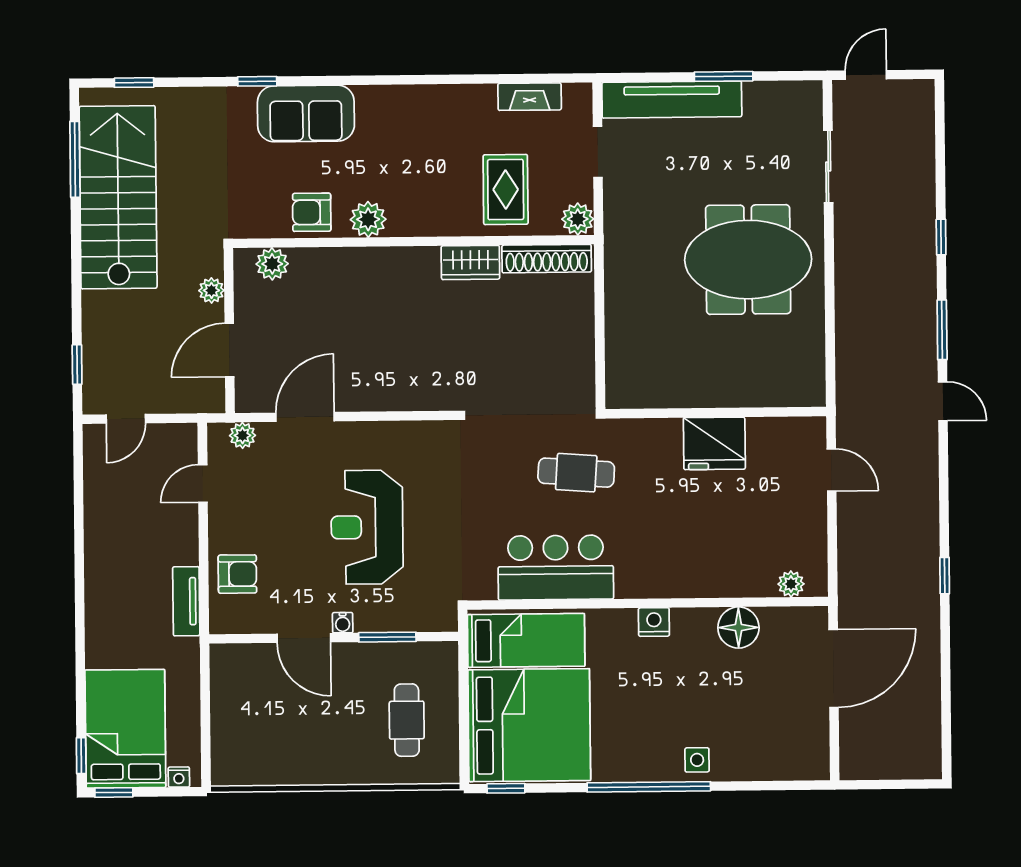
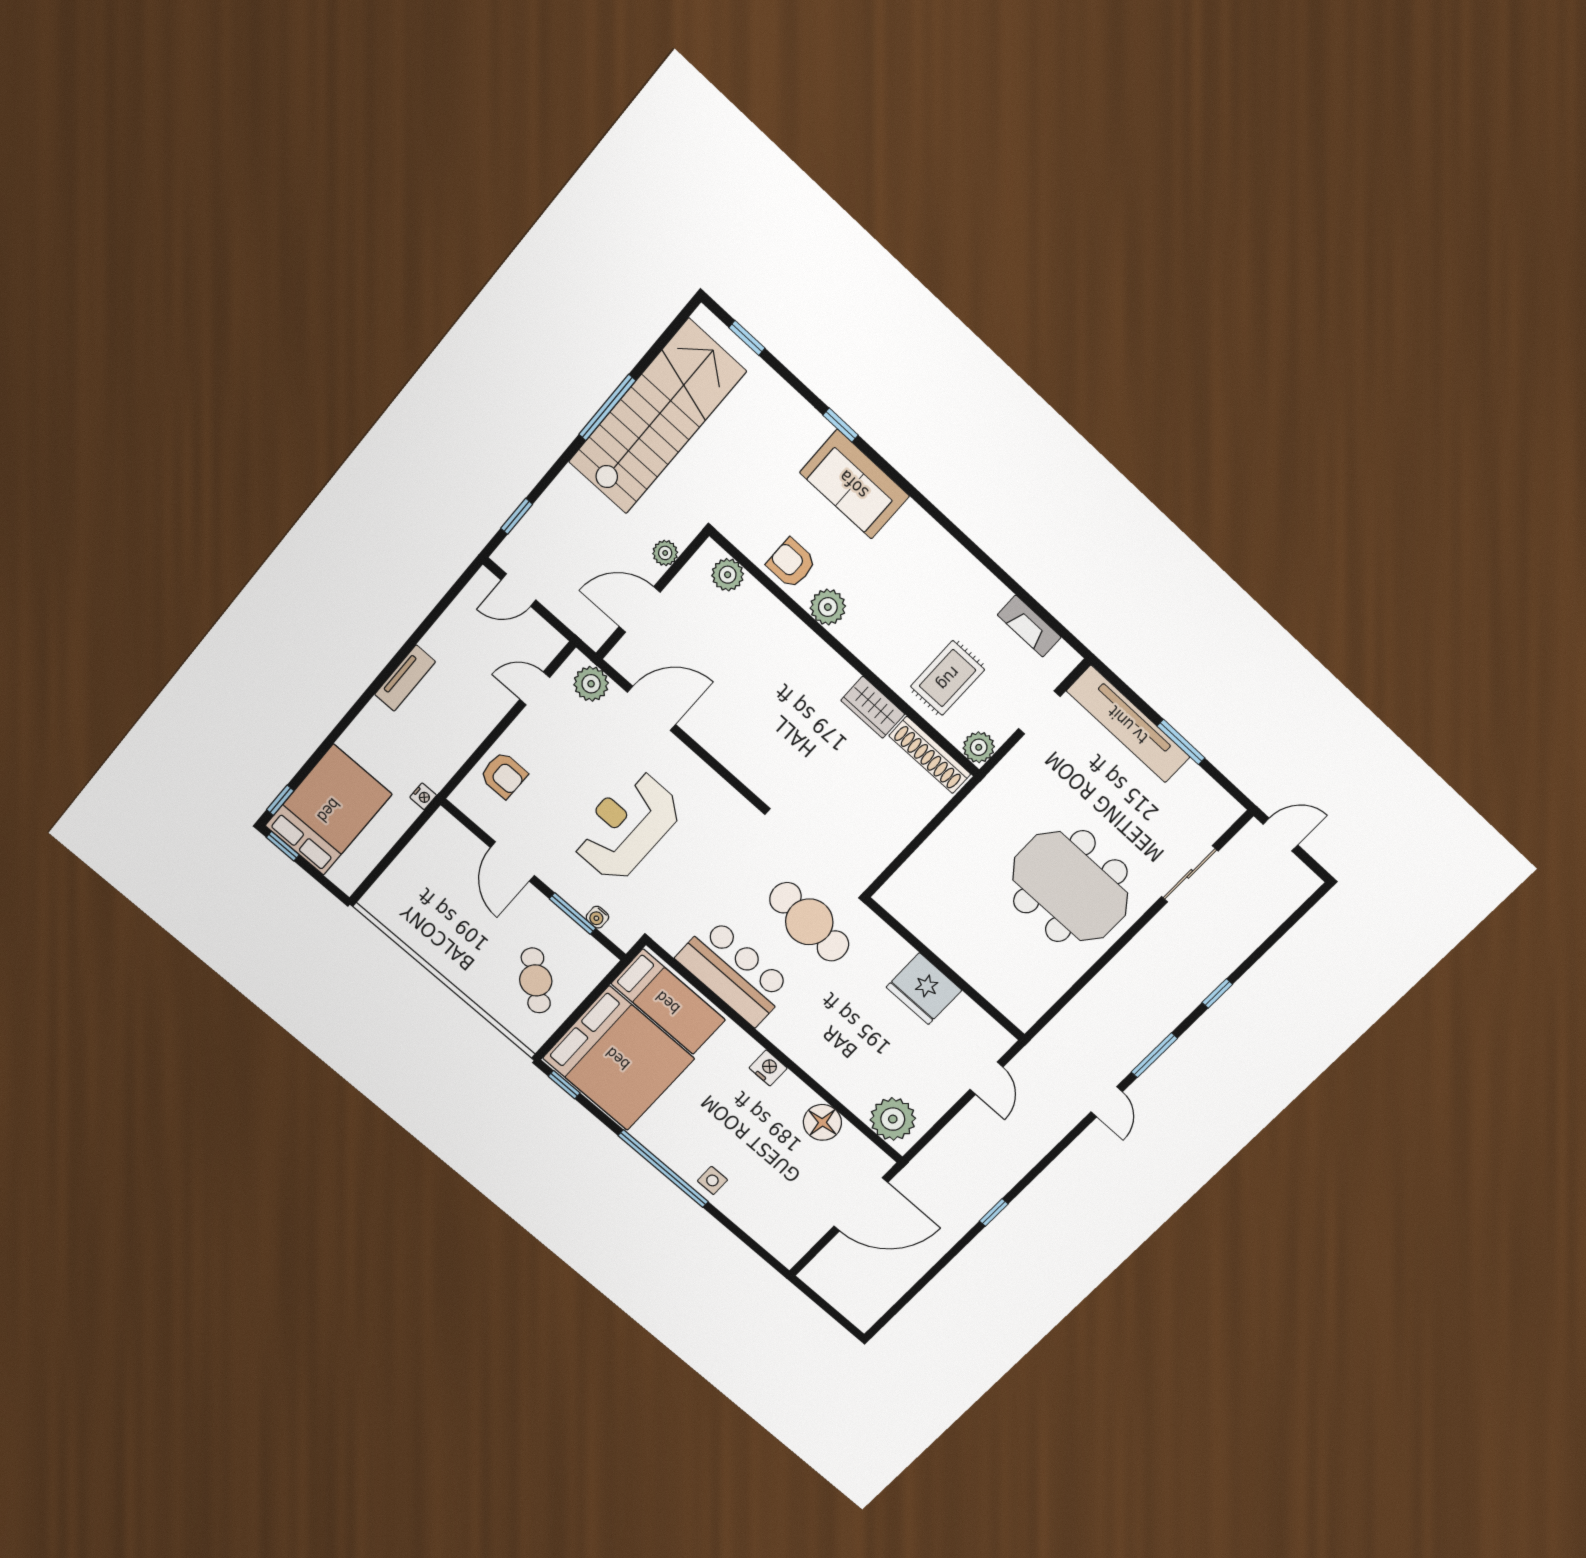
window: (75, 159) -> (607, 407), moved
plant: (242, 435) -> (591, 684), width x1.38, depth x1.38
cafe table: (576, 473) -> (809, 922), width x1.37, depth x1.35
plant: (791, 584) -> (893, 1119), width x1.88, depth x1.88
tv unit: (186, 601) -> (405, 678), moved, turned 180
water cooler: (343, 623) -> (597, 917), moved
cafe table: (407, 720) -> (536, 980), turned -48
nightstand: (179, 777) -> (423, 796), moved, turned -90

